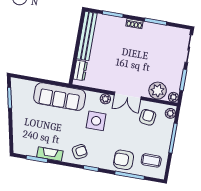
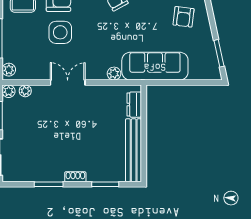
plant: (158, 91) -> (25, 91), width x0.53, depth x0.53
plant: (105, 99) -> (114, 74), moved
armchair: (148, 117) -> (183, 17), moved
side table: (96, 121) -> (60, 32), moved

